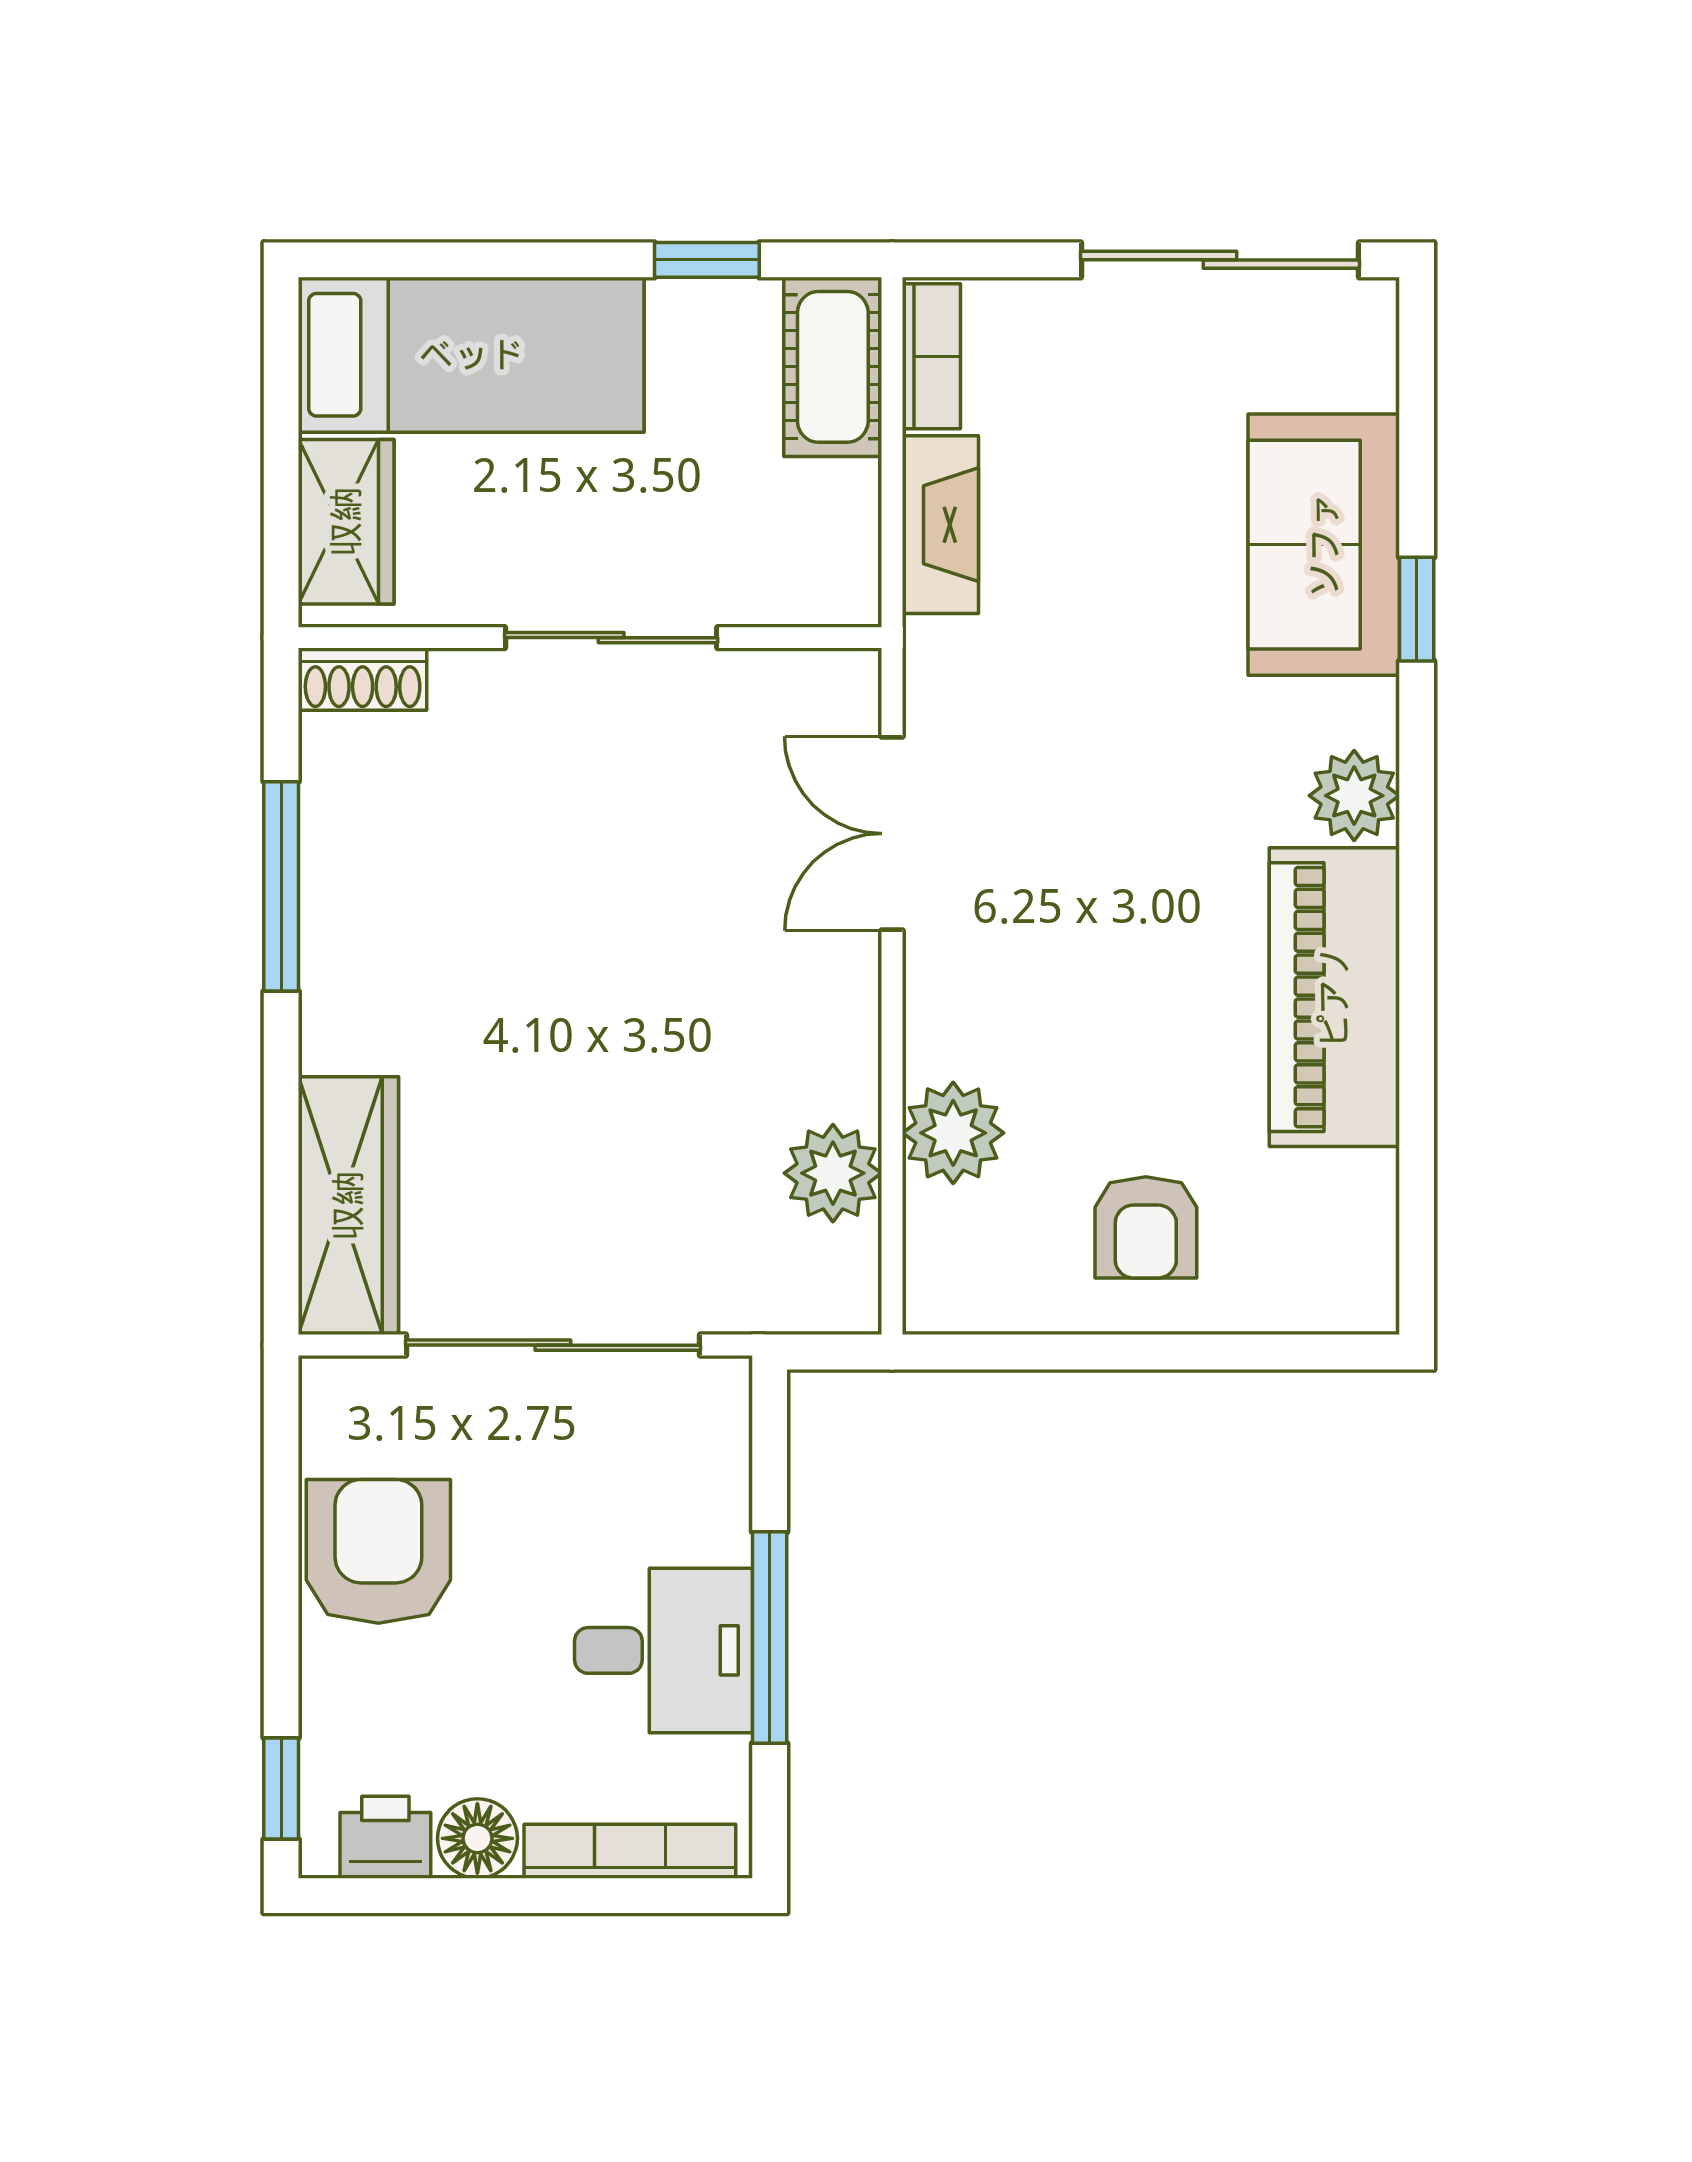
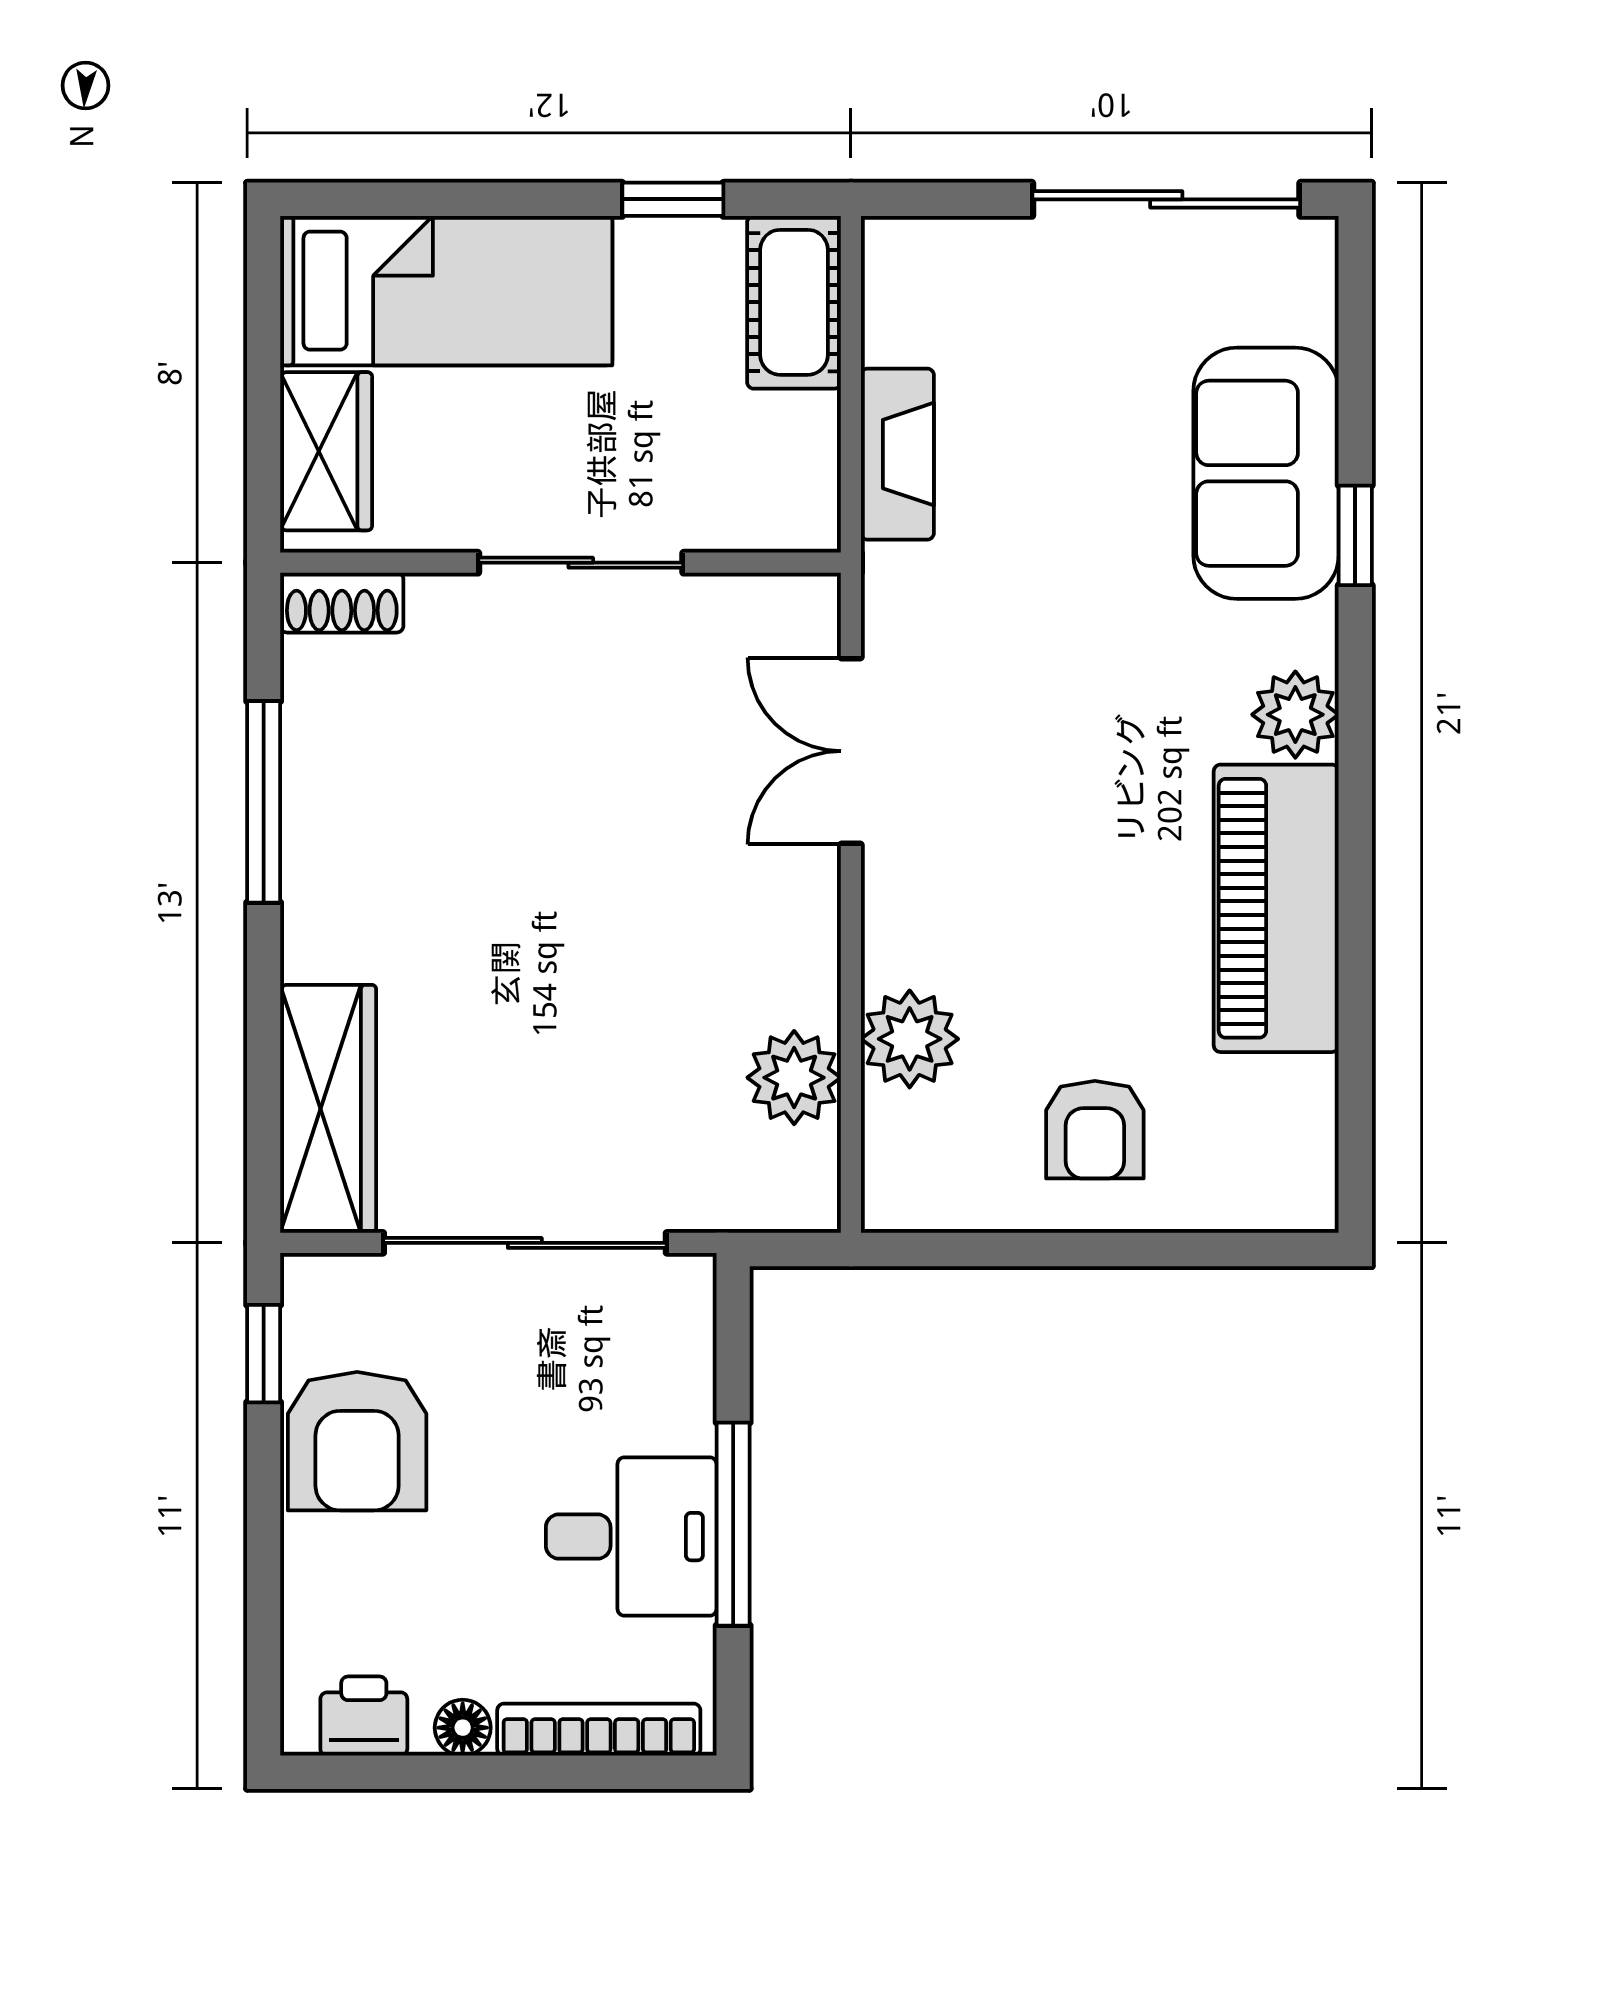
bookcase: (931, 356) -> (889, 292), removed
armchair: (378, 1551) -> (357, 1441), turned 180
window: (281, 1789) -> (264, 1354), moved
floor lamp: (477, 1838) -> (463, 1728), width x0.73, depth x0.73

